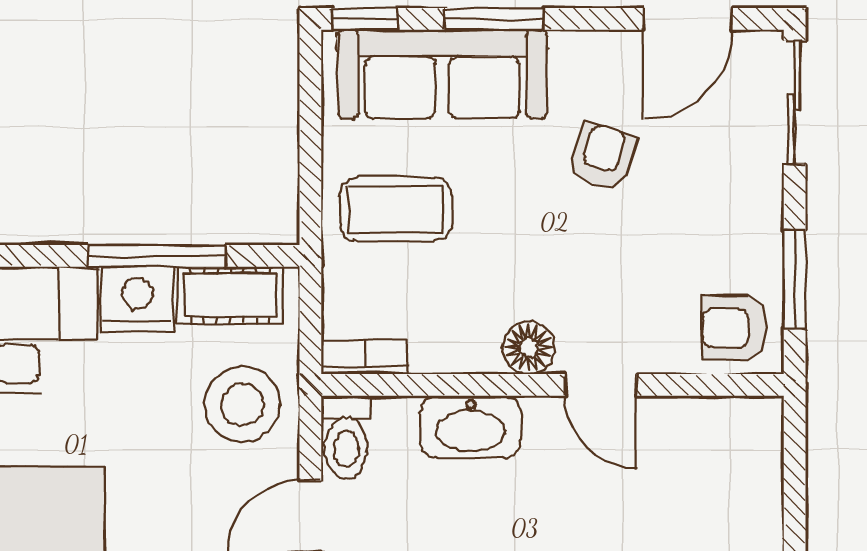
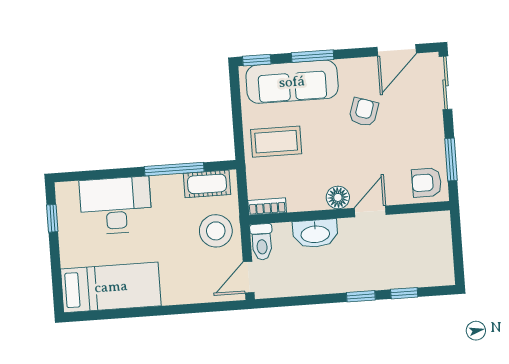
nightstand: (137, 299) -> (167, 188), removed
door: (601, 385) -> (370, 211), swing flipped

